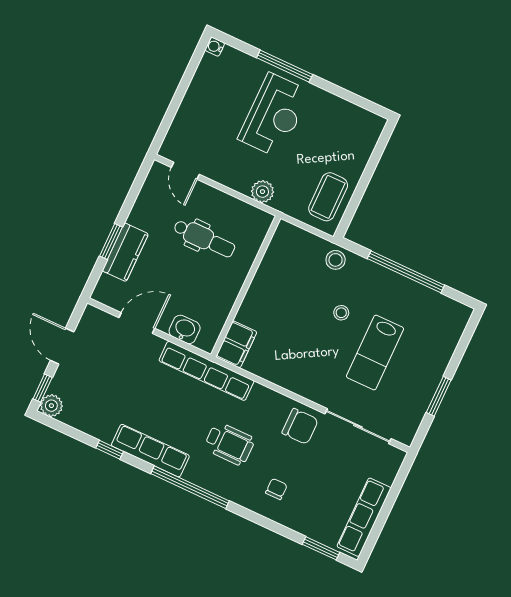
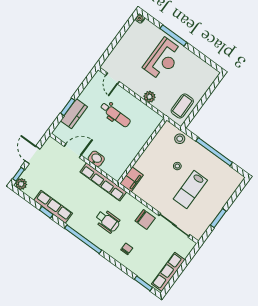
wall: (246, 286) -> (142, 151), moved
filing cabinet: (236, 344) -> (132, 179), moved
row of seats: (150, 451) -> (53, 207), moved

